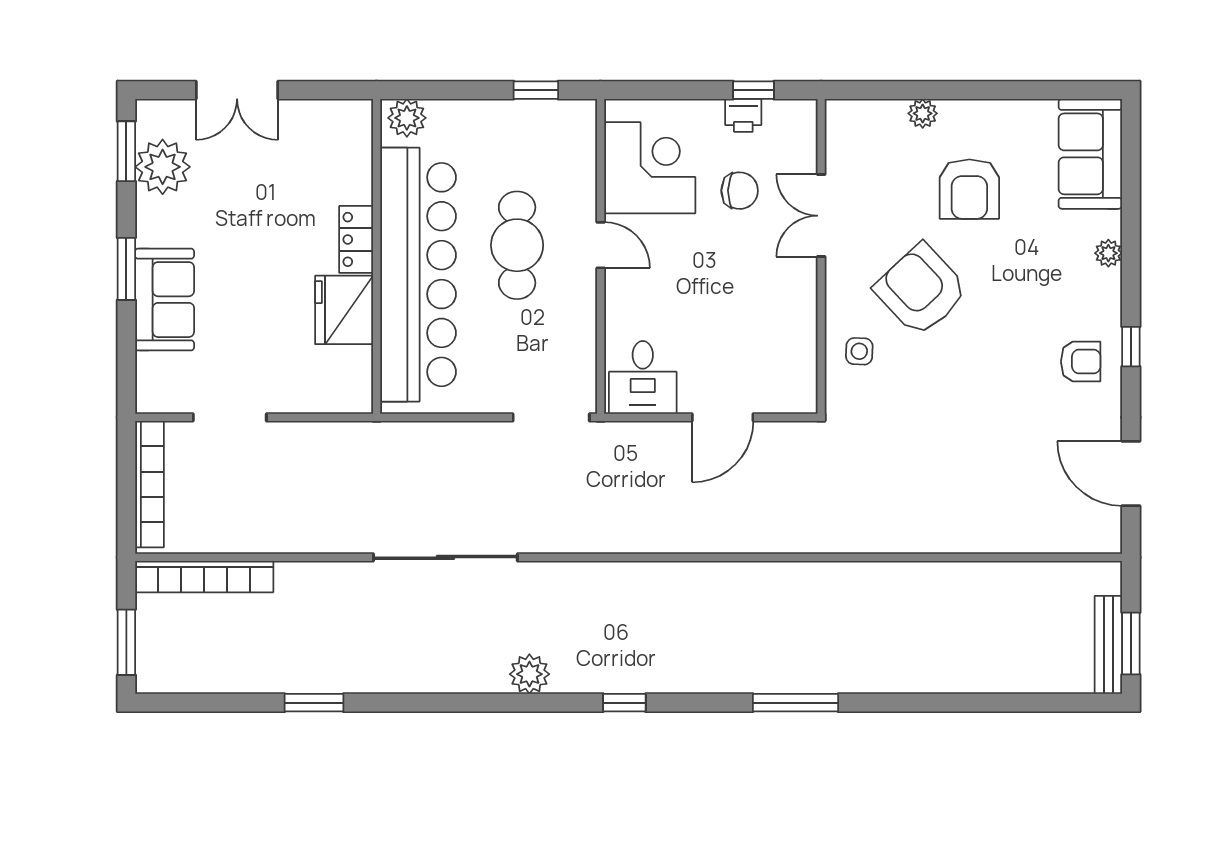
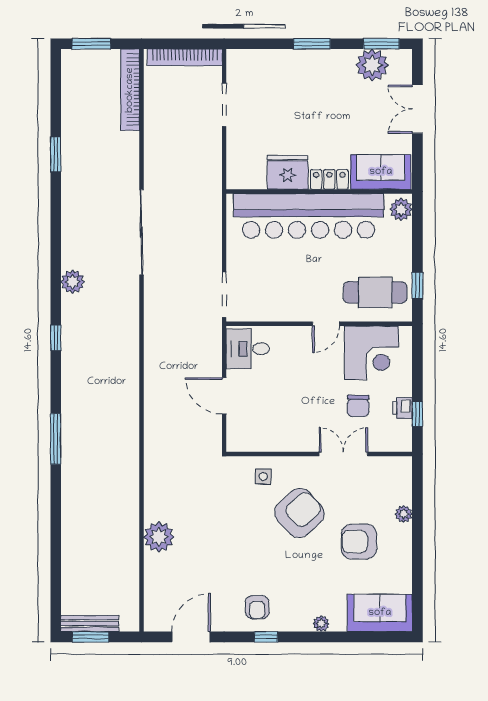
cafe table: (517, 245) -> (375, 292), moved
sofa: (165, 300) -> (381, 172), moved, turned 180
plant: (962, 528) -> (159, 537), added

